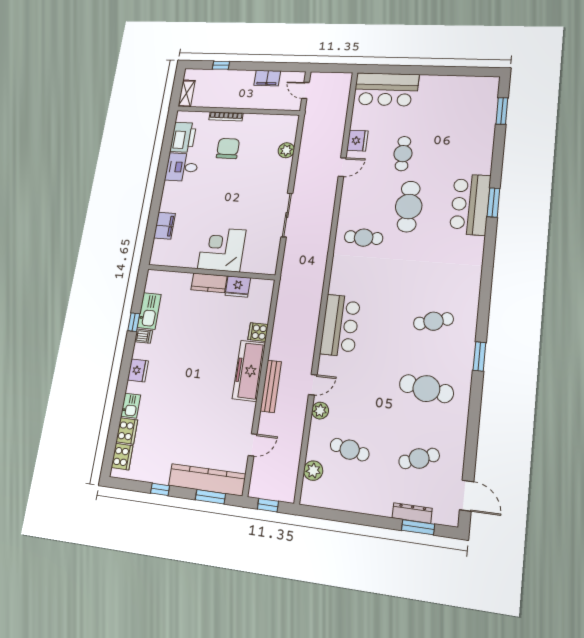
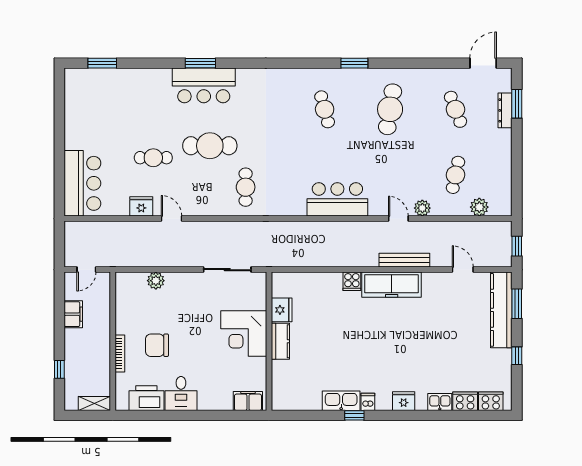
corner desk: (222, 249) -> (244, 334), moved
wall: (211, 272) -> (269, 341), moved
kitchen counter: (209, 283) -> (280, 341), moved
fridge: (238, 287) -> (282, 310), moved

